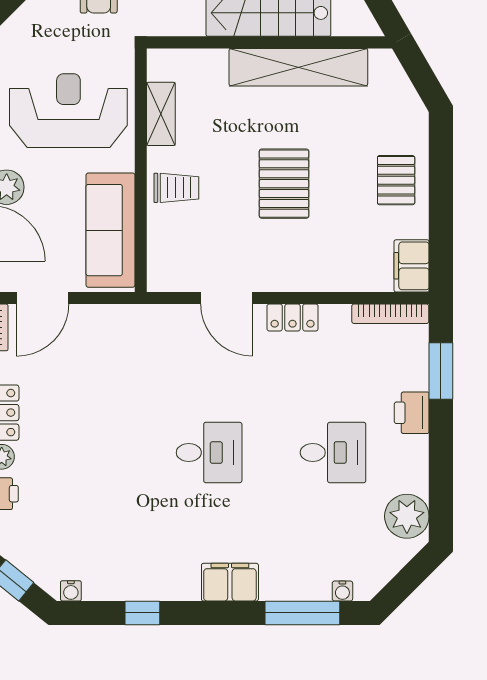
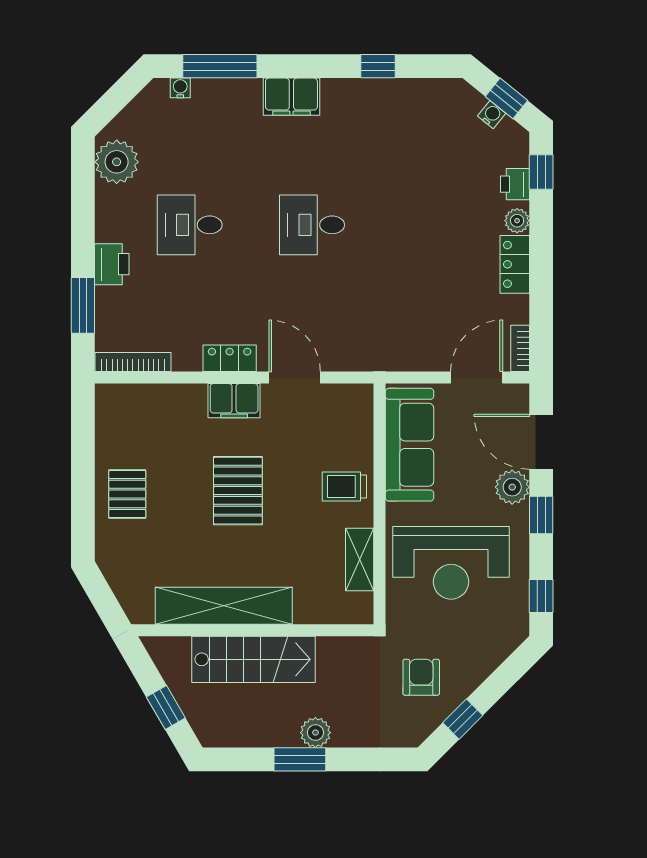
filing cabinet: (412, 266) -> (234, 401), moved, turned 90
water cooler: (71, 591) -> (492, 115), moved, turned 39

